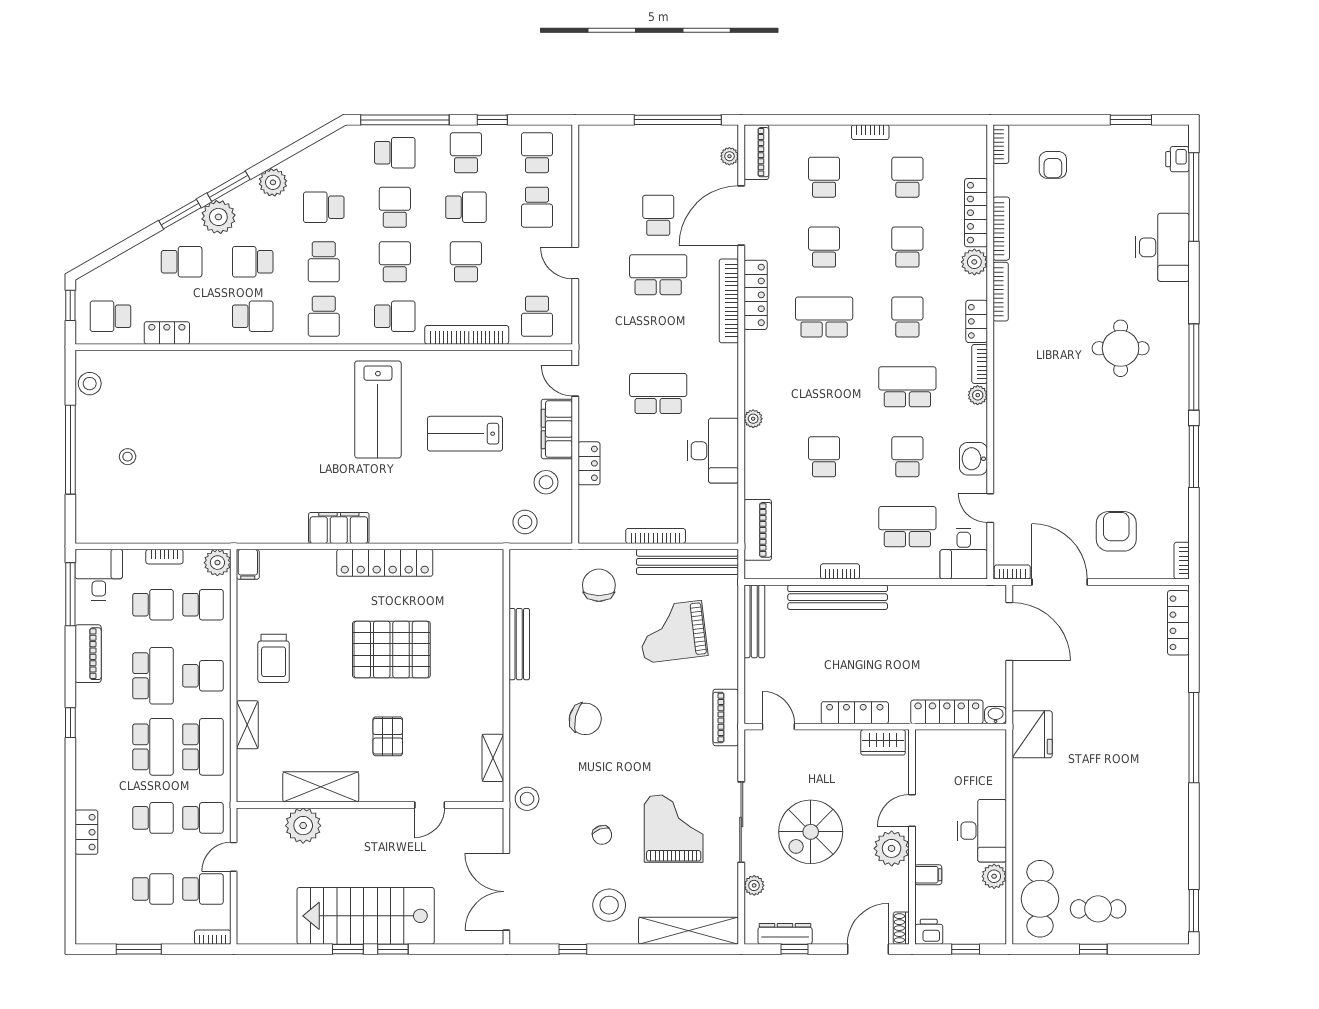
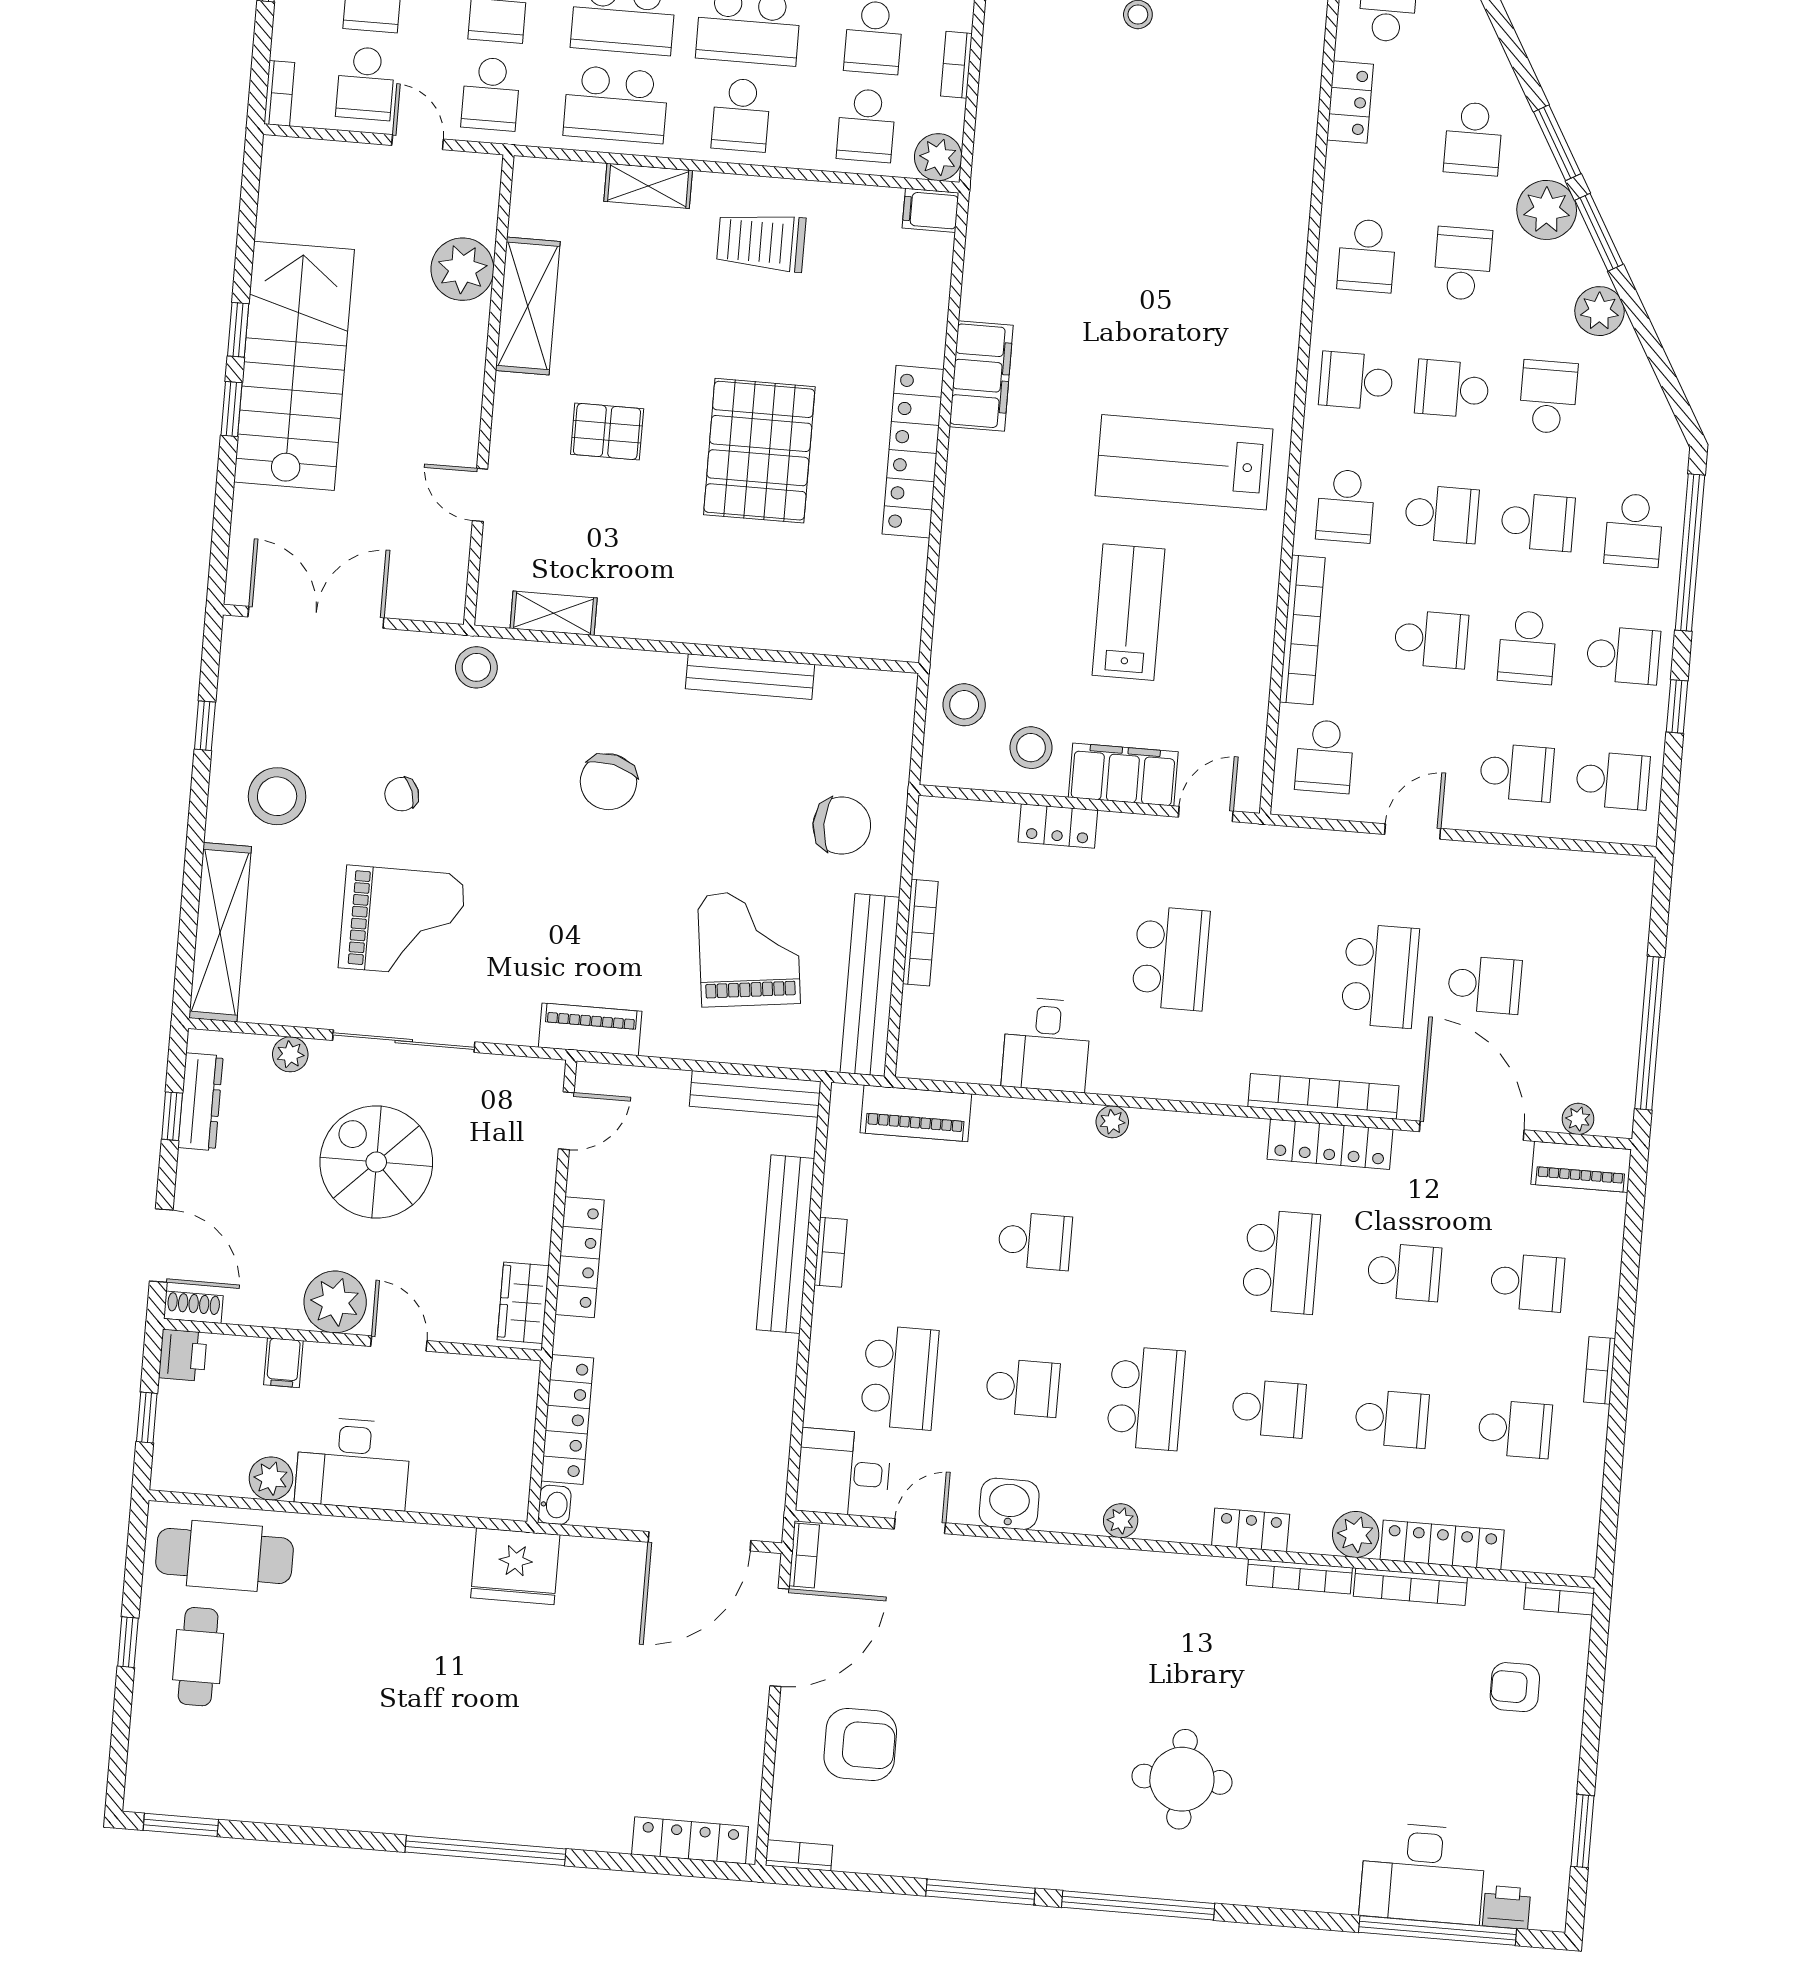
school desk: (537, 207) -> (1517, 772), turned 180
desk: (1162, 247) -> (1423, 1873), moved
school desk: (537, 316) -> (1325, 756), turned -90
bookcase: (980, 364) -> (1175, 1529), removed
desk: (713, 451) -> (1046, 1045), width x0.73

